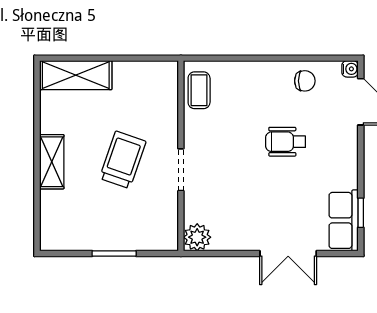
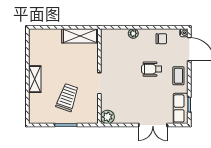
plant: (249, 70) -> (133, 33), added
shelving: (76, 75) -> (80, 36), moved
coffee table: (199, 90) -> (178, 76), moved
trolley: (123, 160) -> (67, 97), moved

